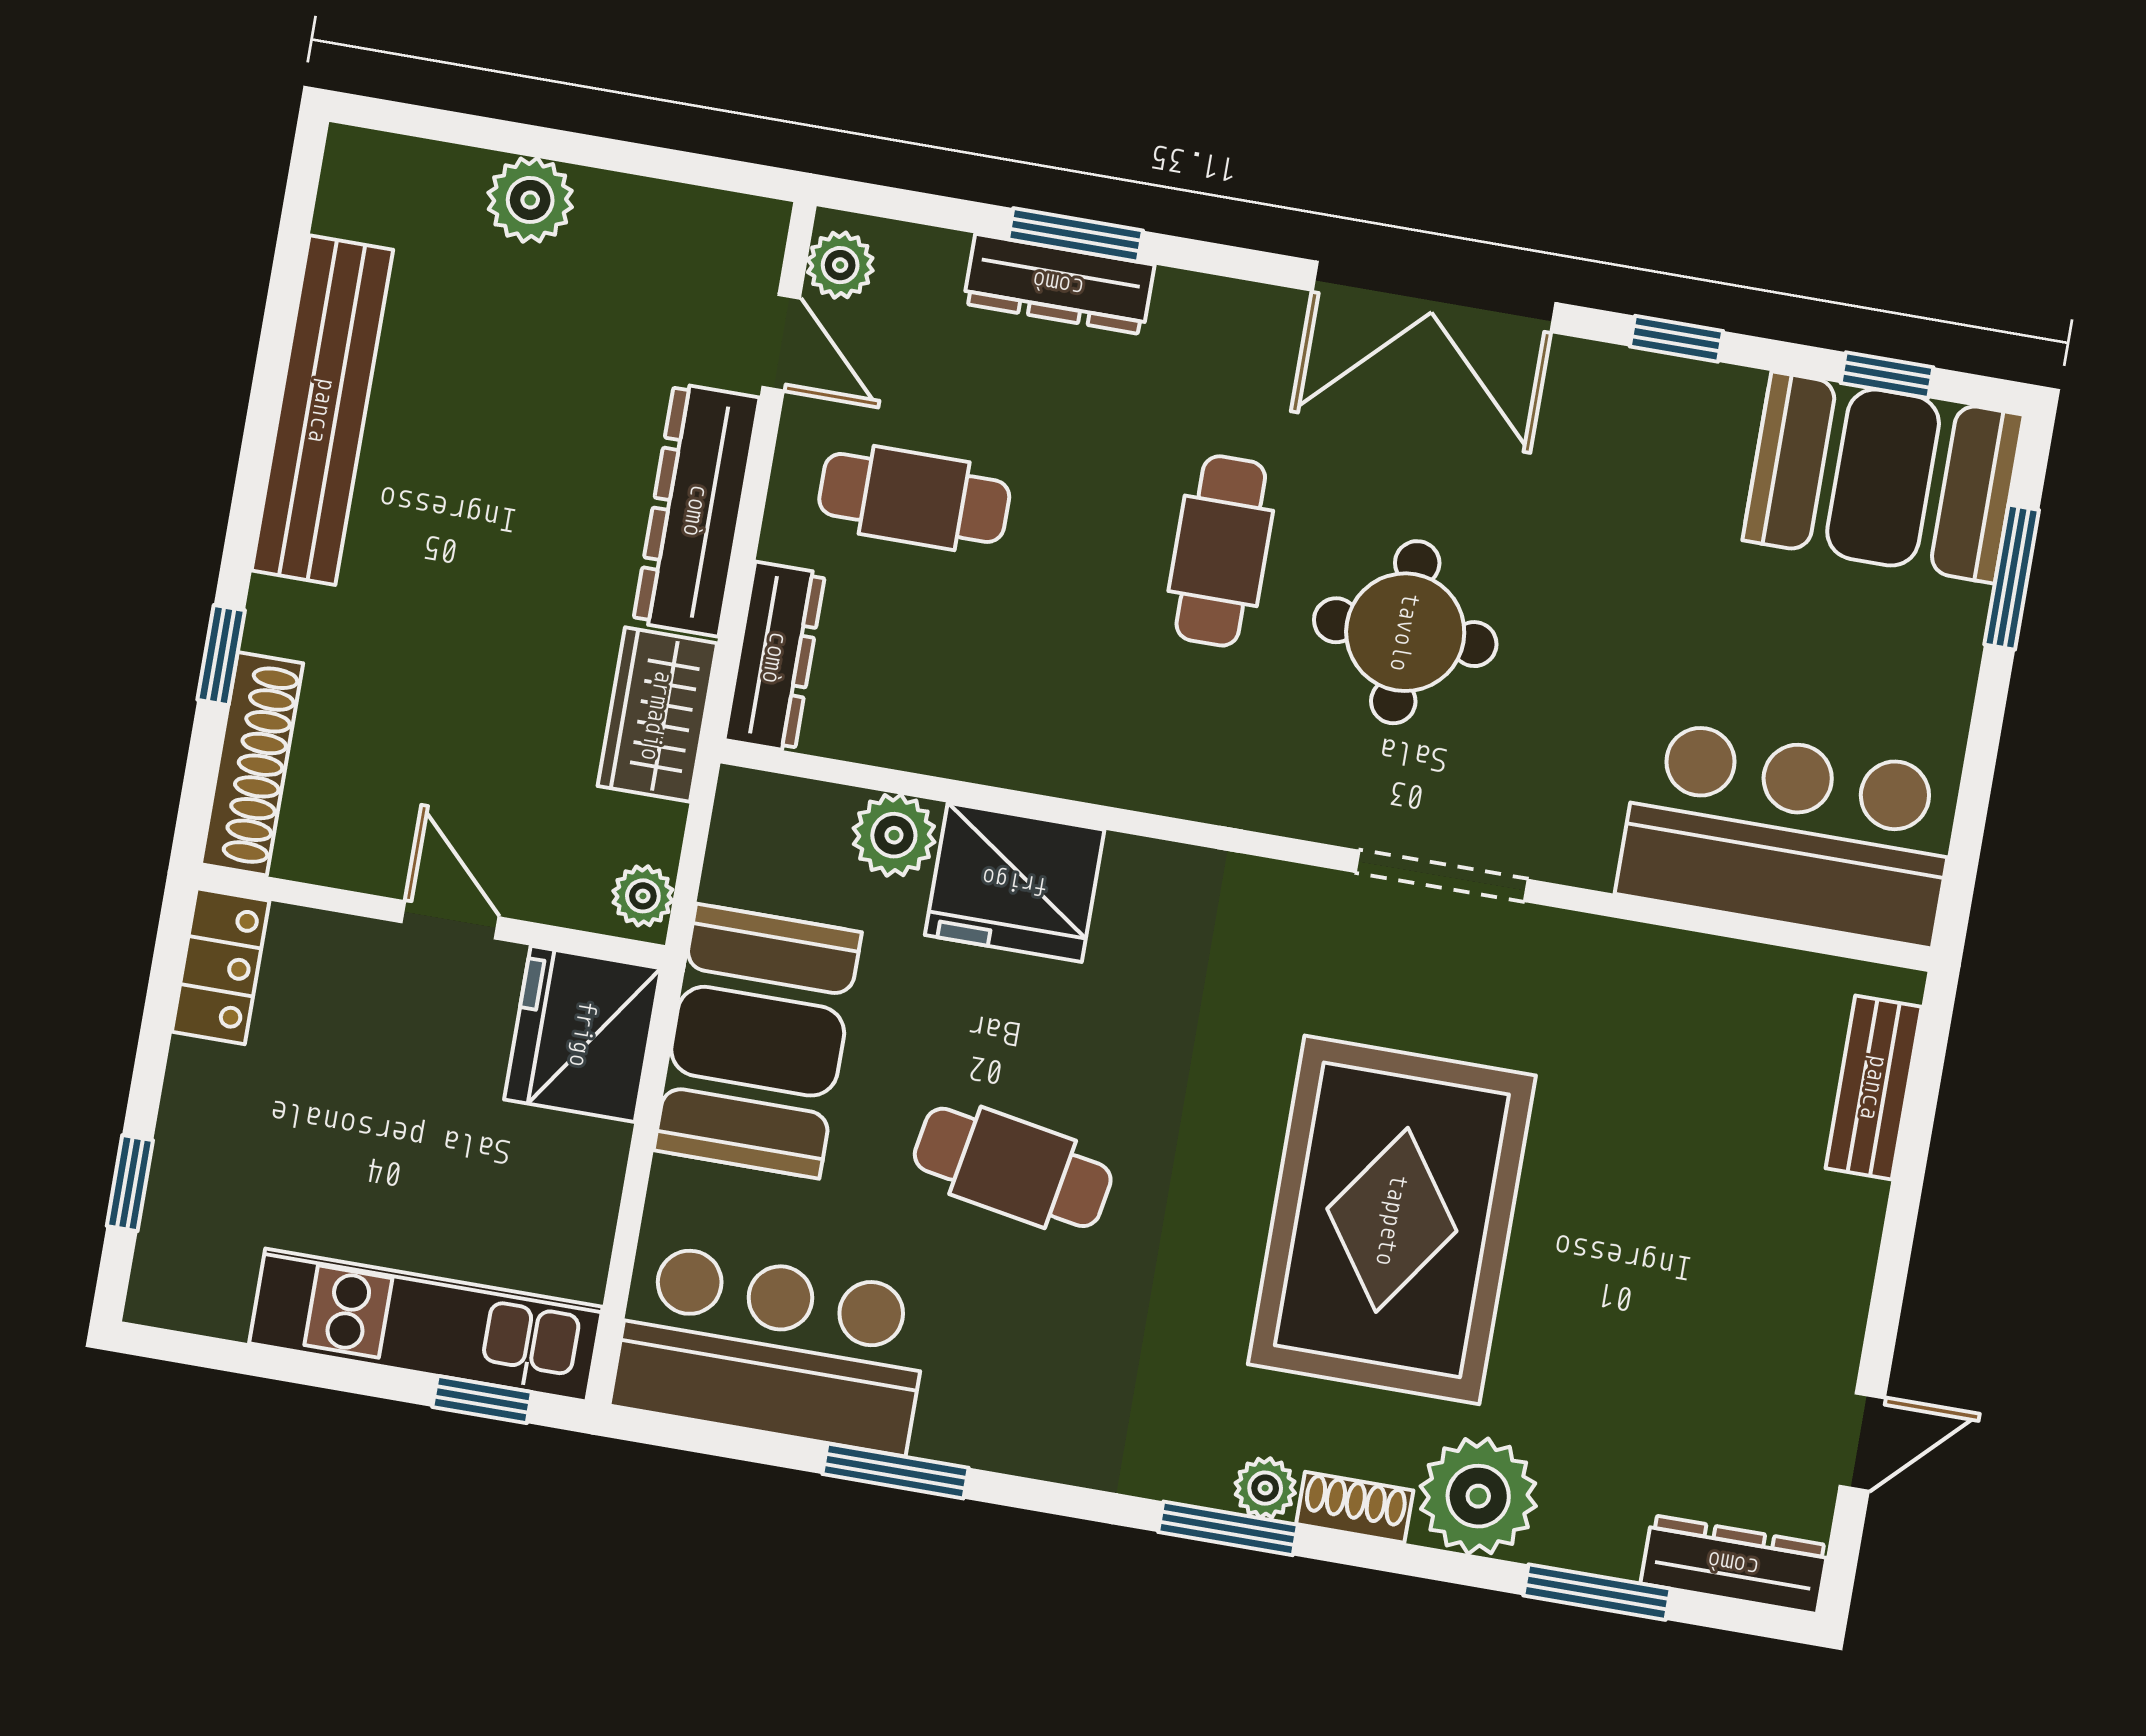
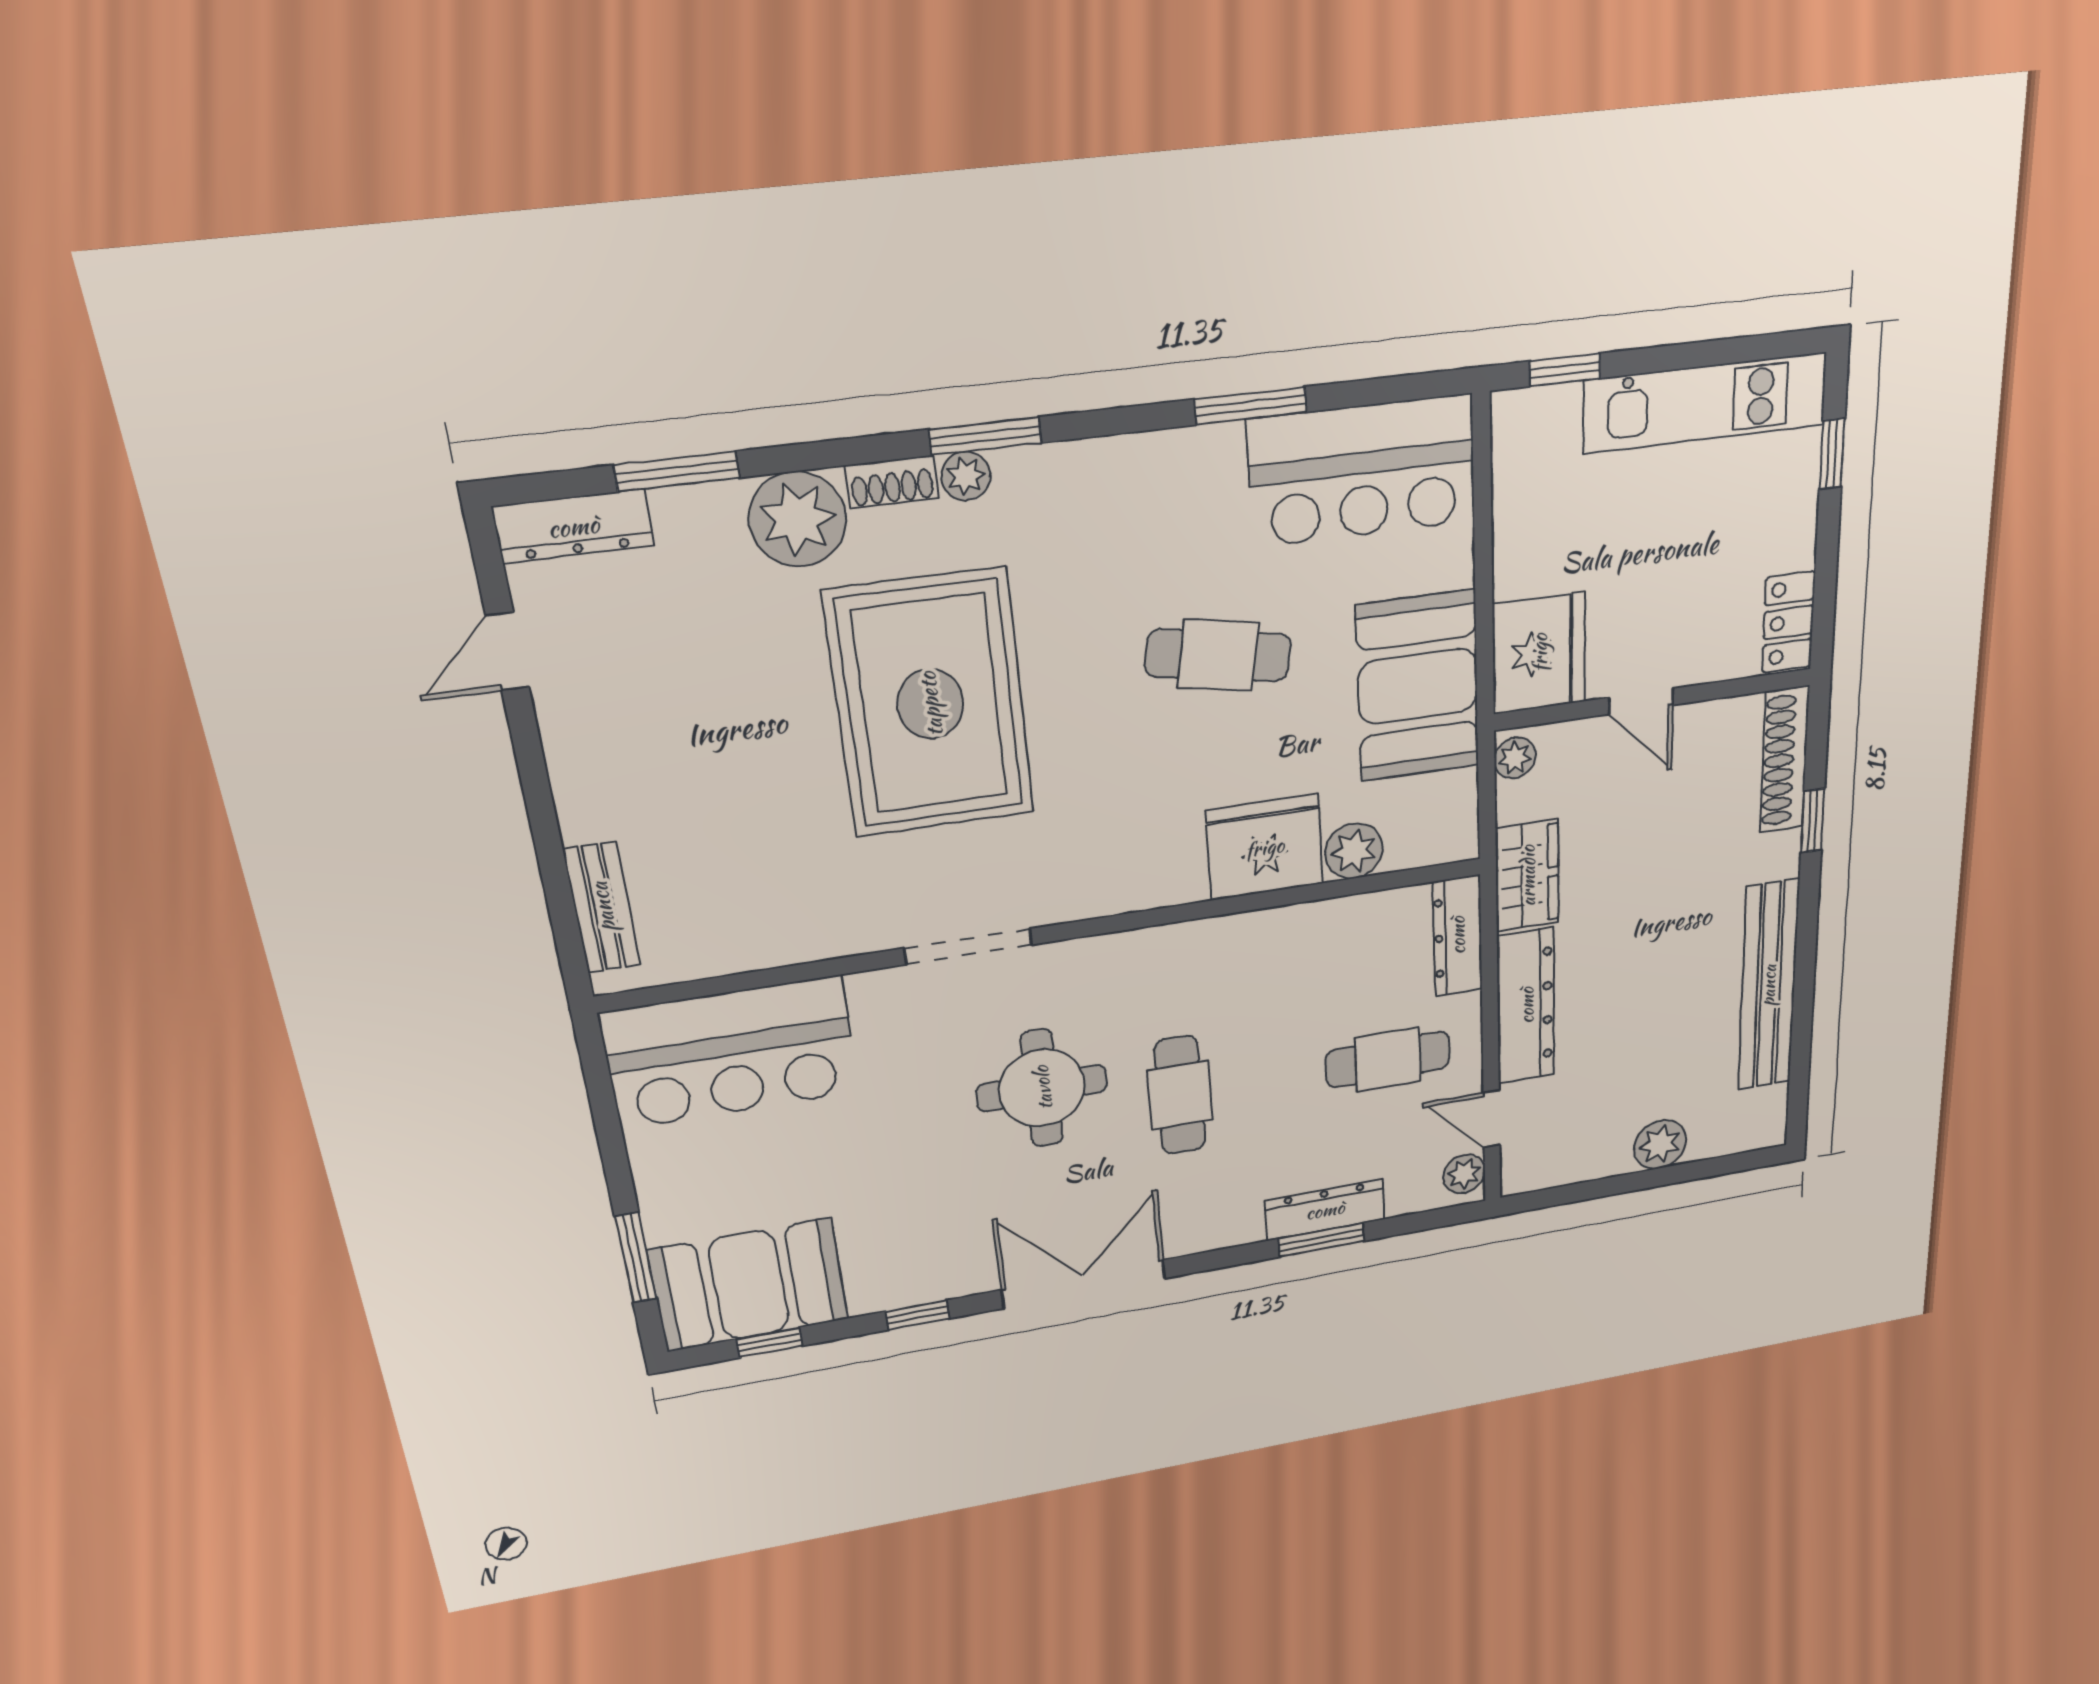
kitchen unit: (426, 1325) -> (1705, 403), moved

